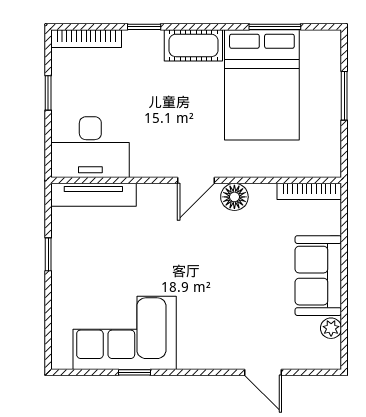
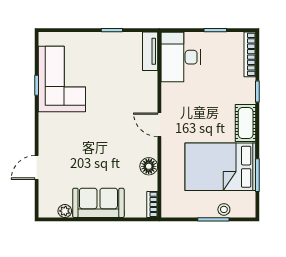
stool: (329, 79) -> (224, 209), added
bookcase: (309, 191) -> (152, 204), width x0.64
tv unit: (93, 195) -> (150, 51), width x0.71
floor lamp: (234, 197) -> (149, 166), moved

